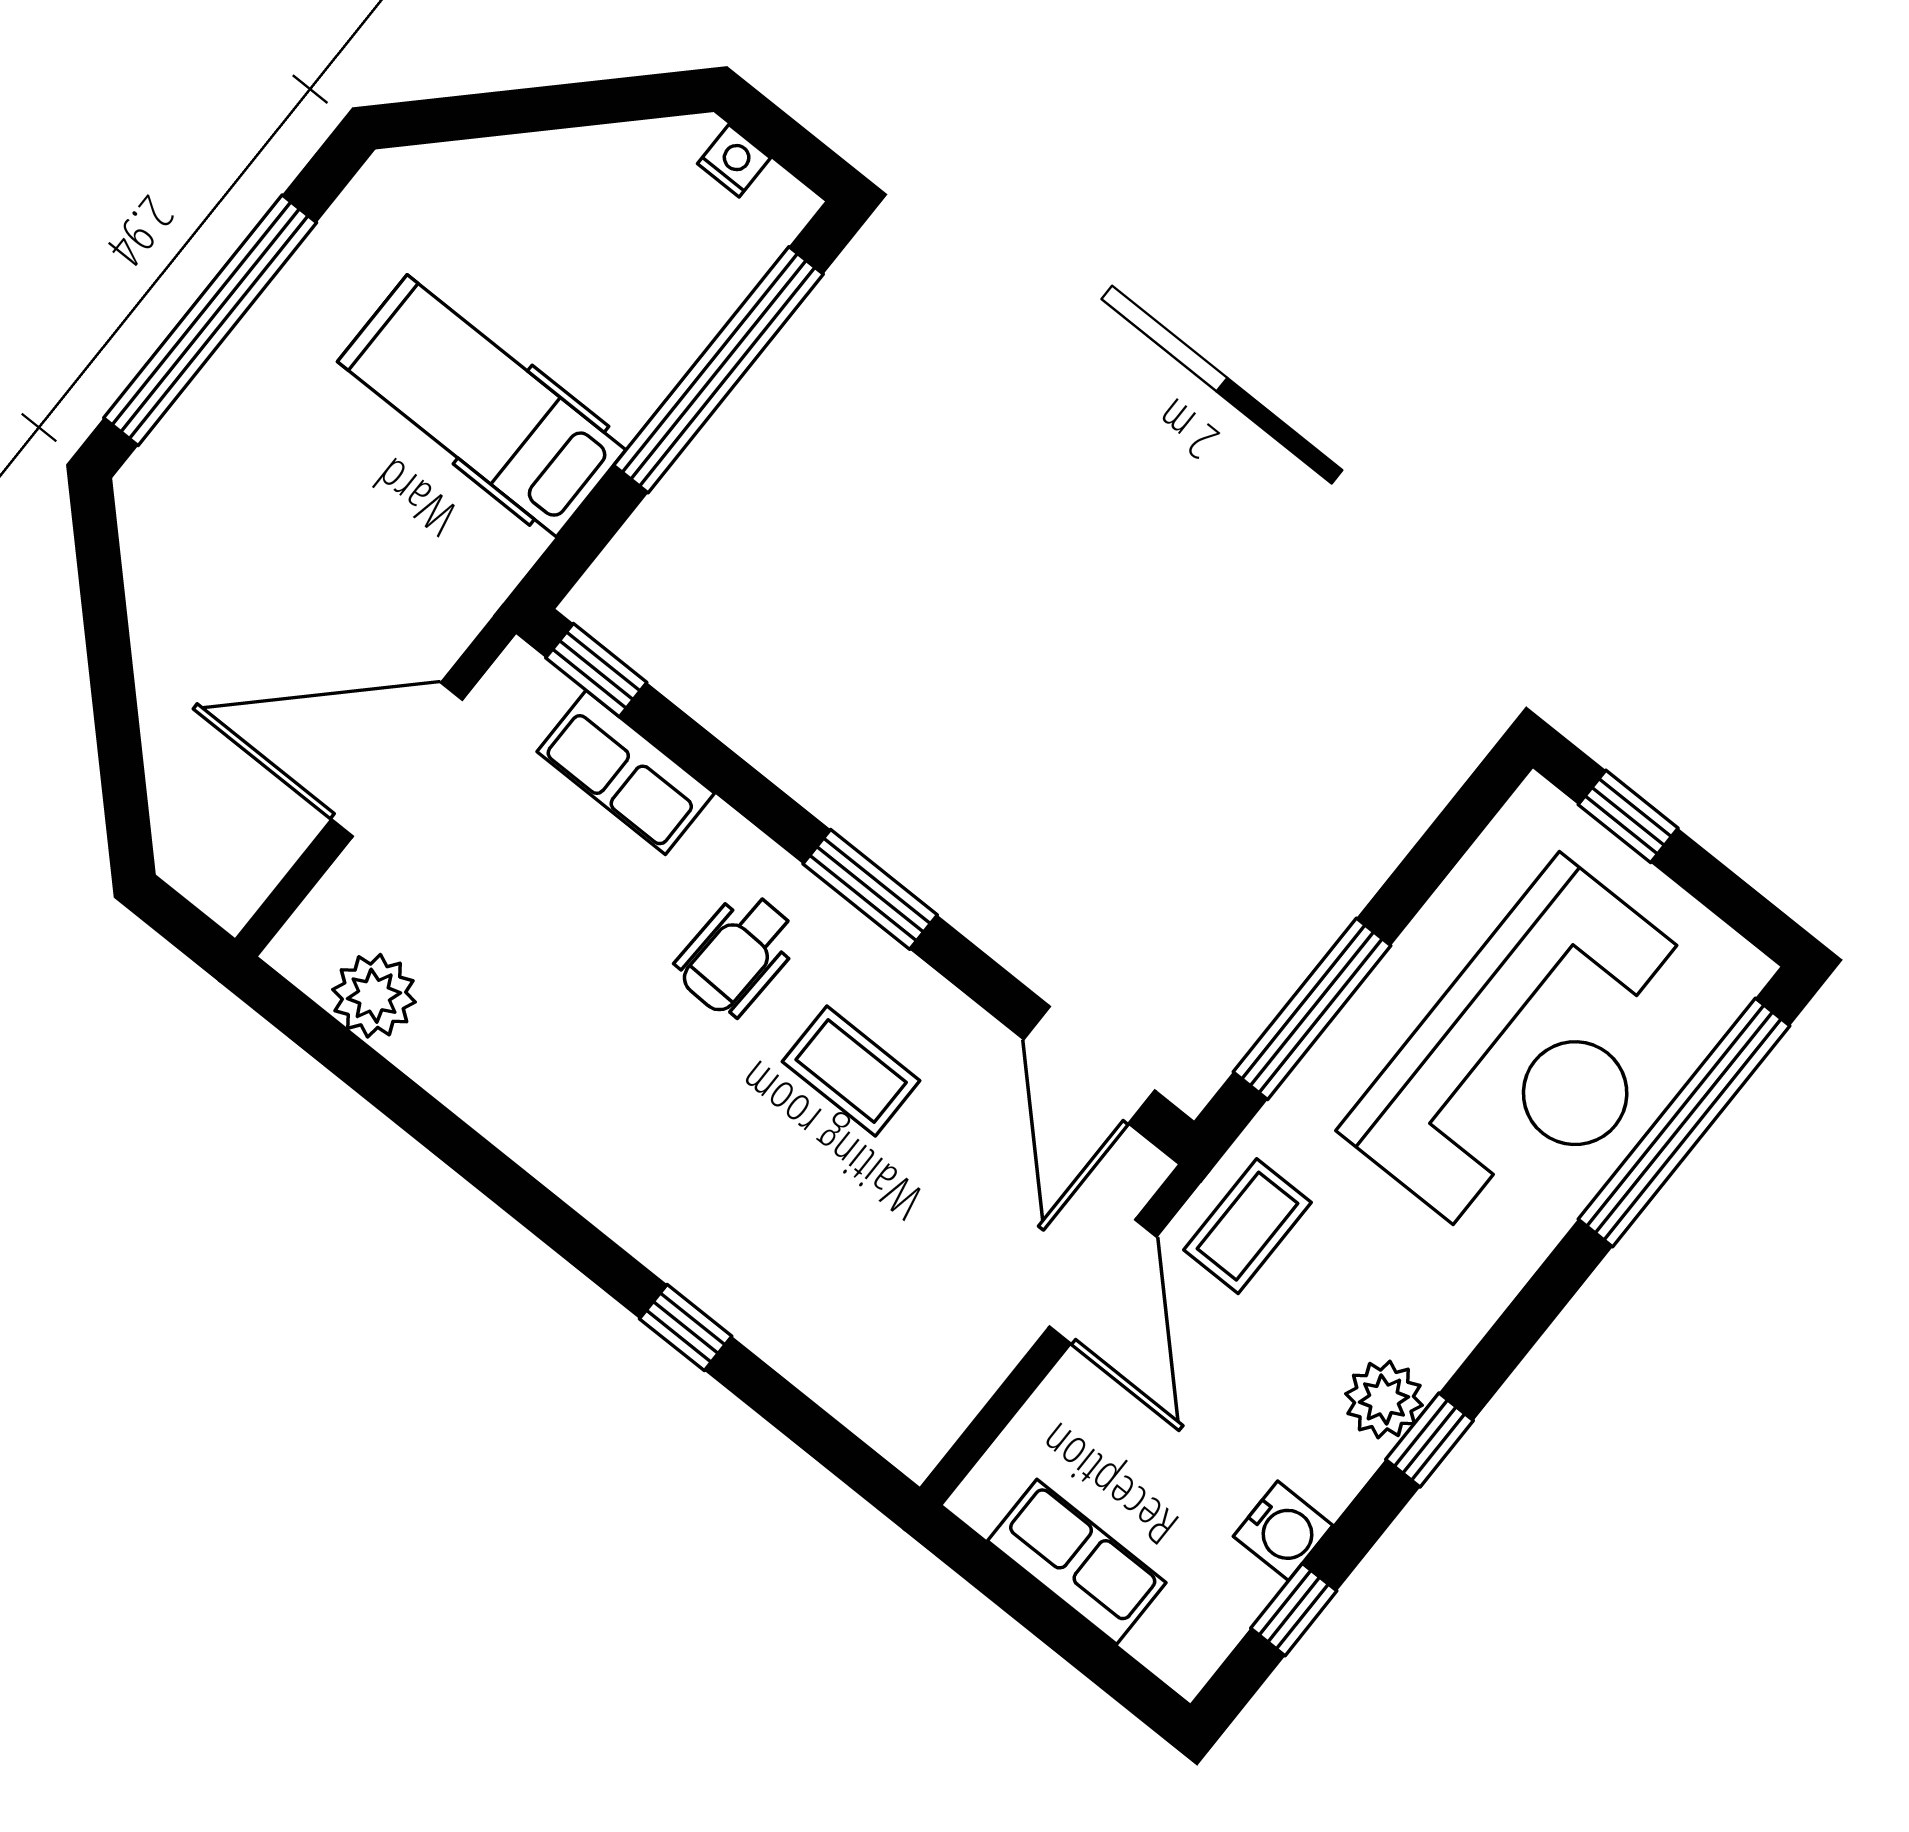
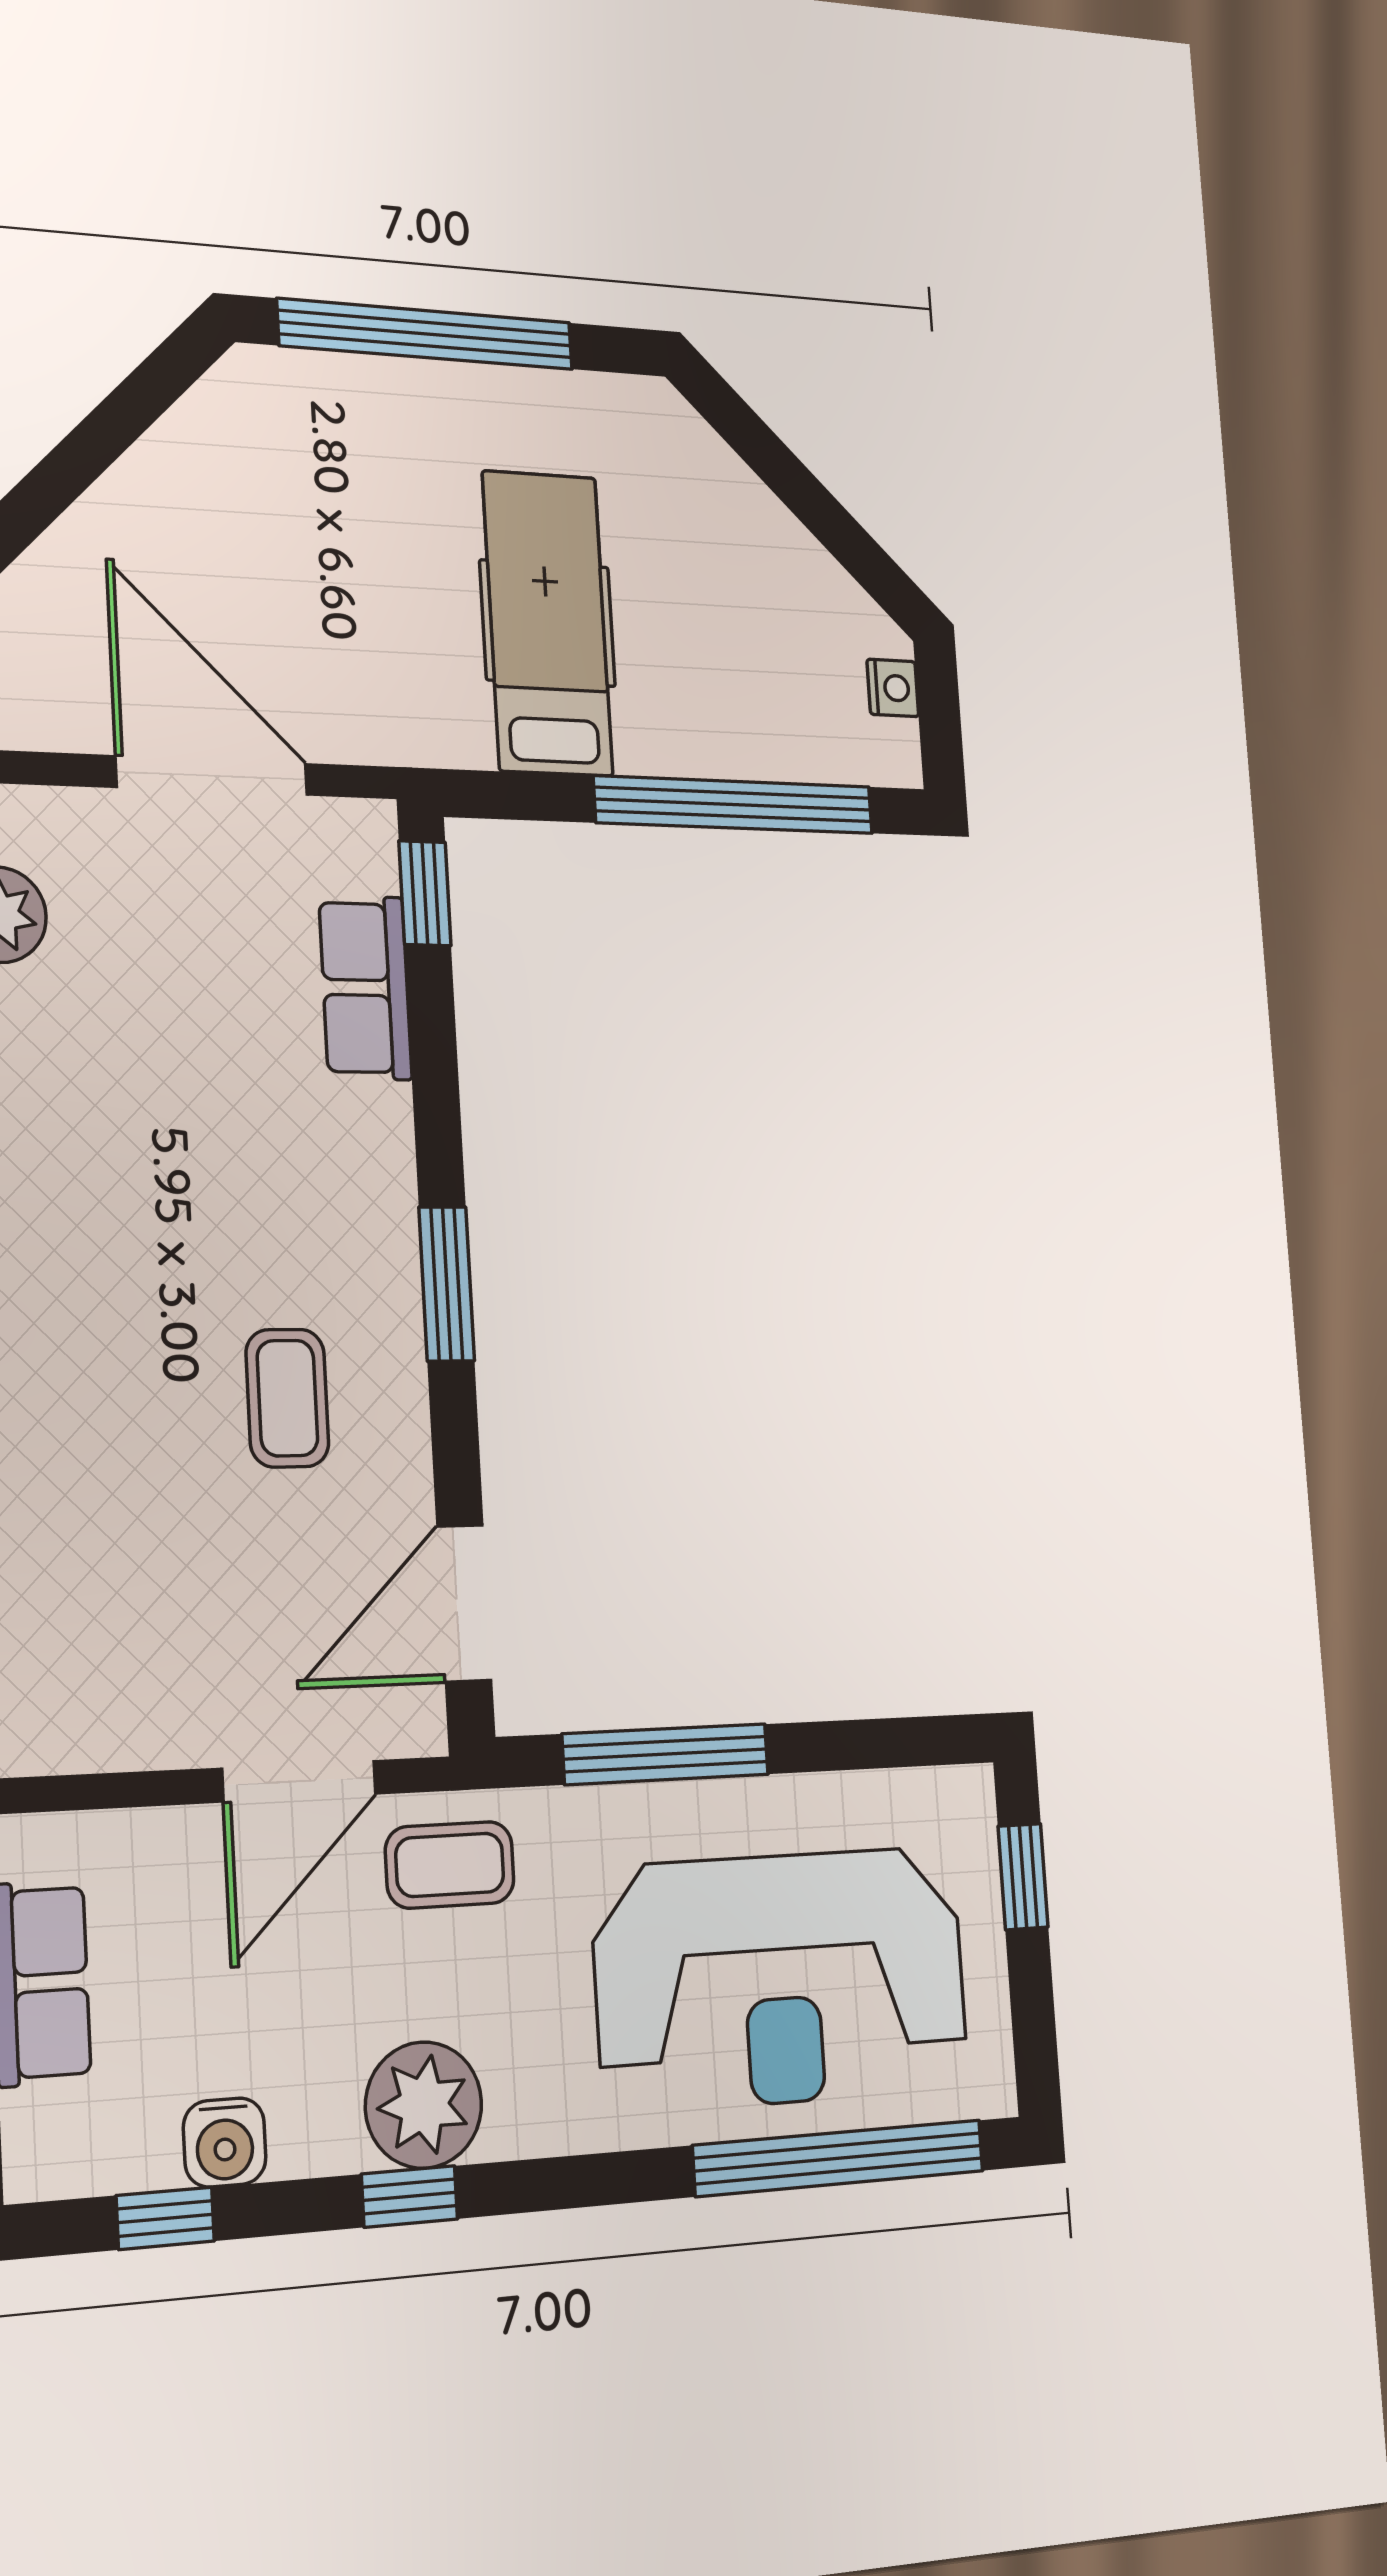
wheelchair: (737, 954) -> (300, 1213), removed
plant: (1384, 1400) -> (424, 2105), width x1.36, depth x1.36

